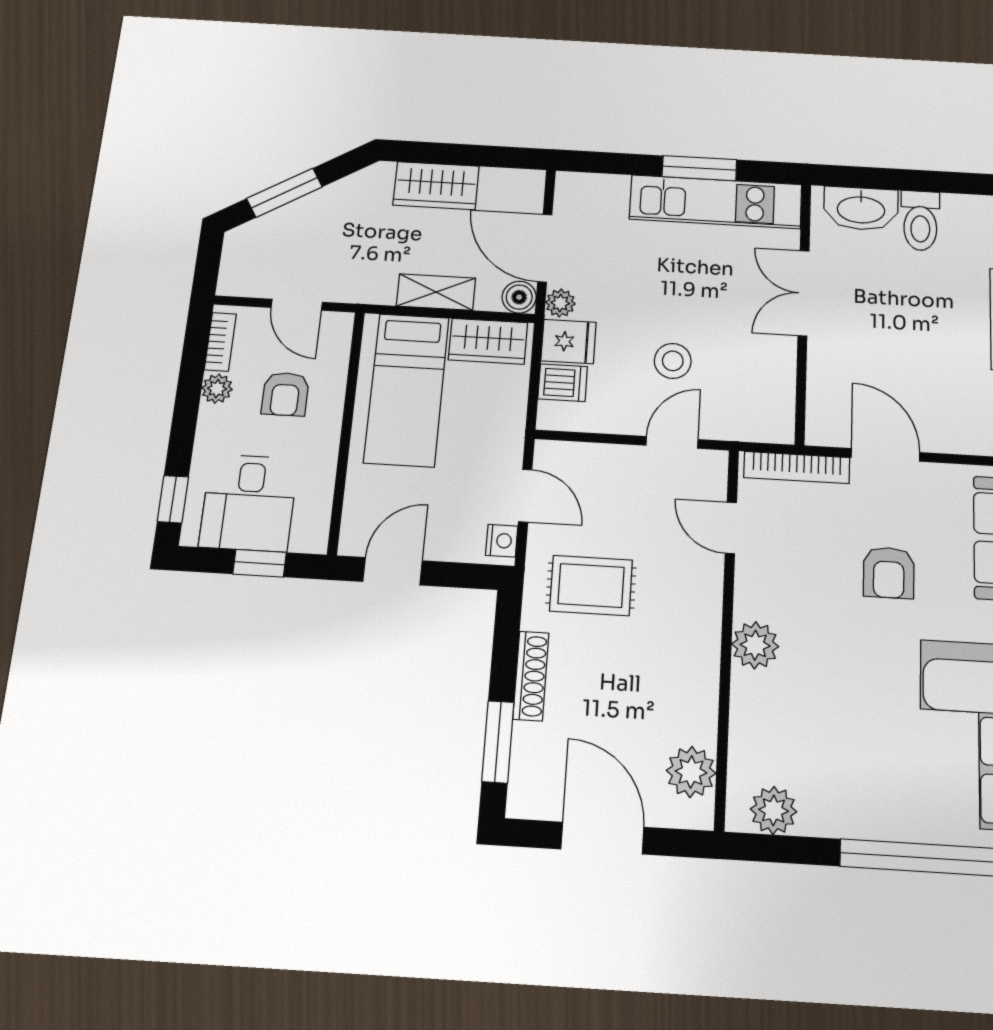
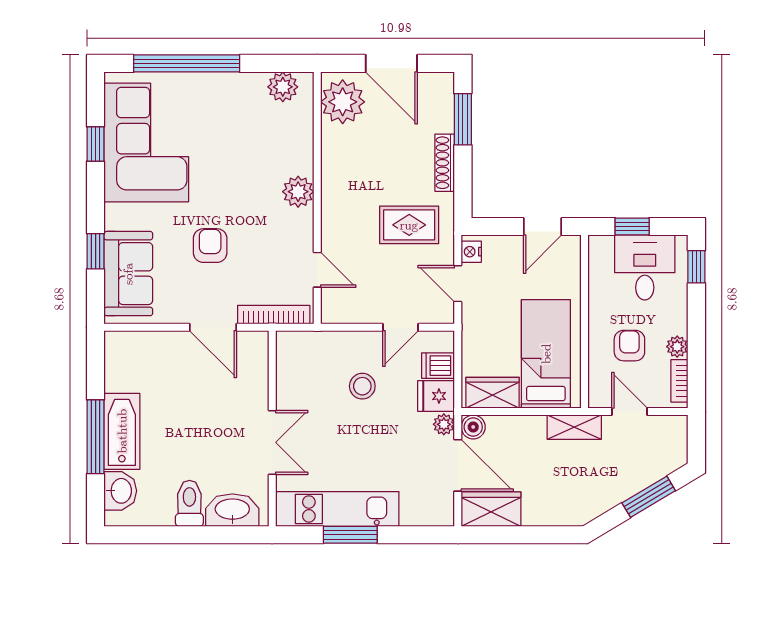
wardrobe: (436, 186) -> (491, 509), moved
shelving: (436, 292) -> (574, 427), moved
door: (672, 442) -> (401, 327), moved
plant: (691, 772) -> (343, 102), width x1.36, depth x1.36

